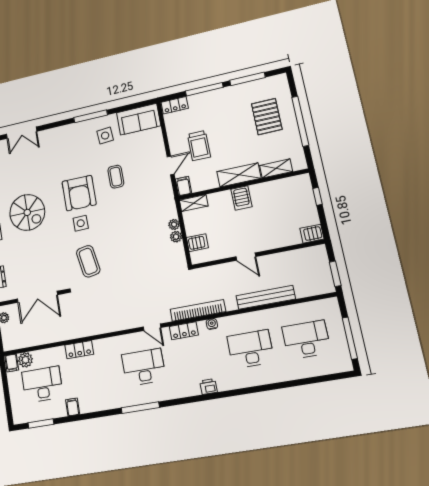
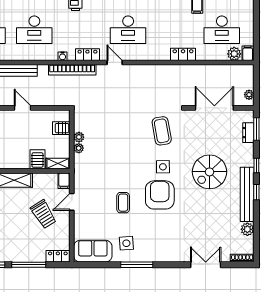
trolley: (199, 146) -> (43, 214), turned 148
server rack: (241, 198) -> (37, 159), moved
spiral stairs: (27, 212) -> (209, 172), moved, turned -90

